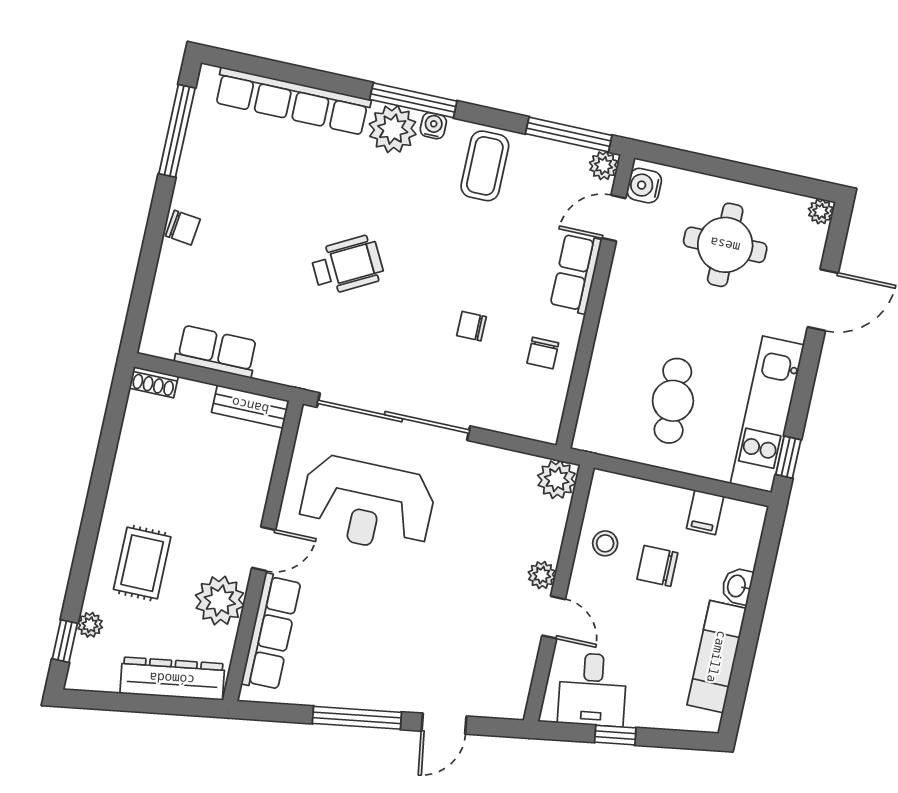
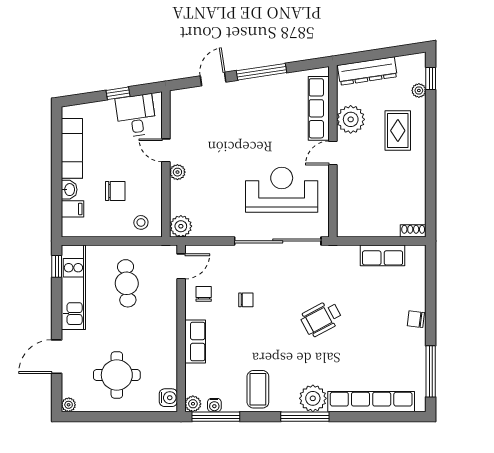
water cooler: (433, 126) -> (214, 405), moved
door: (614, 218) -> (181, 266), moved
bench: (250, 406) -> (357, 229), removed
filing cabinet: (705, 512) -> (73, 209), moved, turned 90
stool: (605, 543) -> (141, 222), moved

